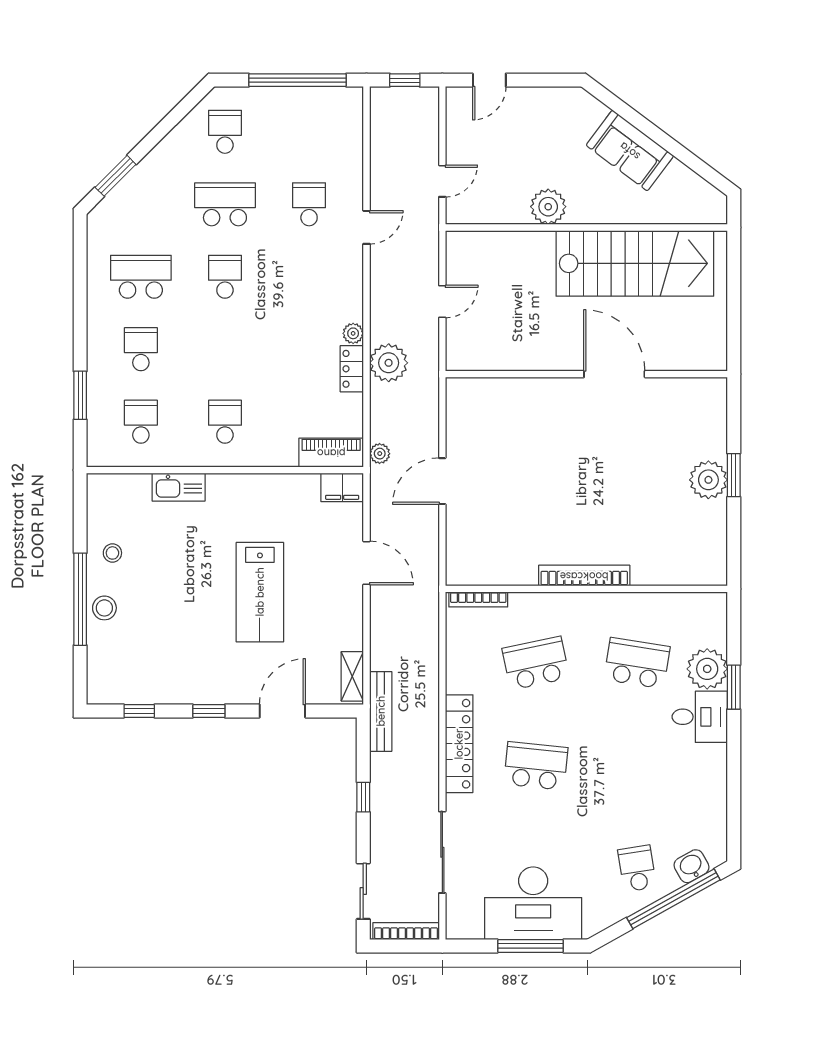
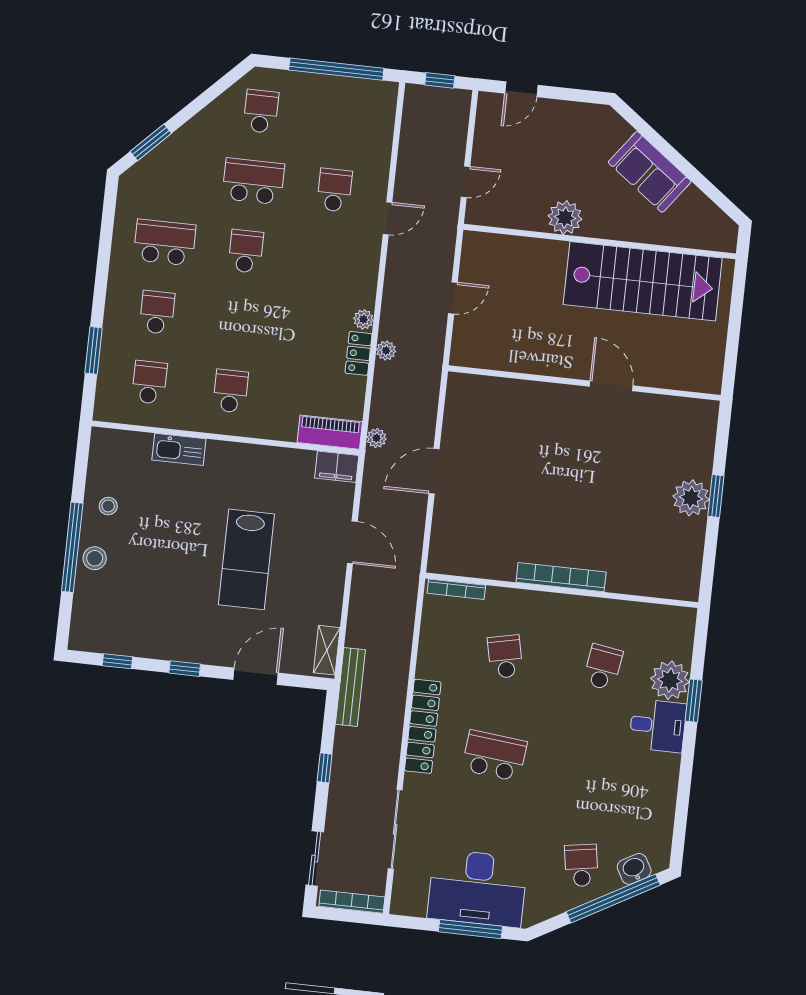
plant: (389, 363) -> (386, 350), width x0.53, depth x0.53
door: (614, 374) -> (611, 386), width x0.73
school desk: (536, 663) -> (505, 657), width x0.54
school desk: (637, 663) -> (603, 667), width x0.54

